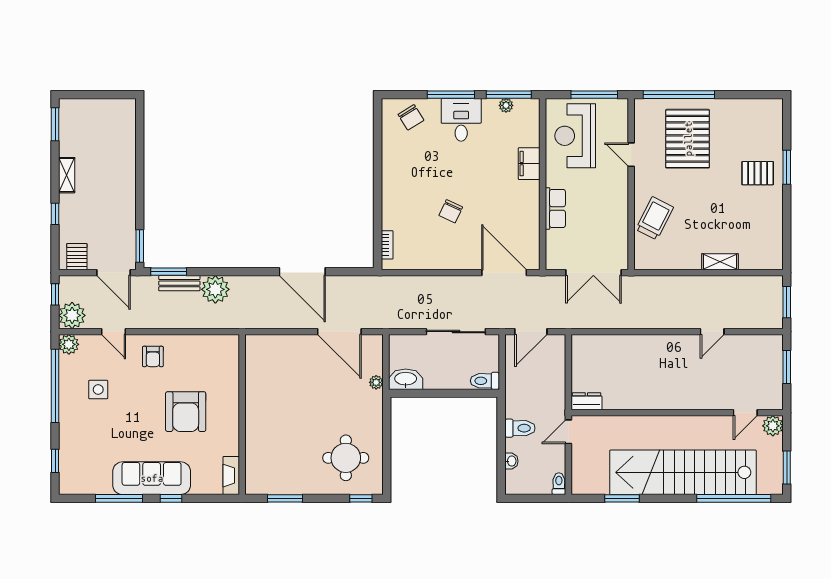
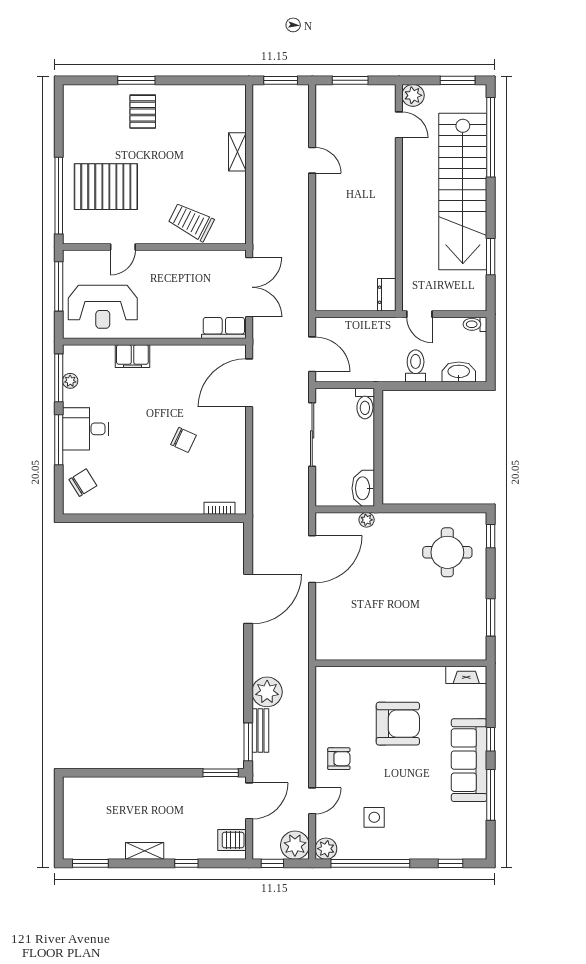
row of seats: (555, 208) -> (224, 328), moved
washbasin: (511, 461) -> (459, 372), width x1.91, depth x1.45

